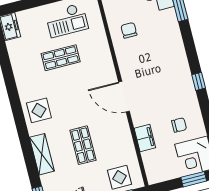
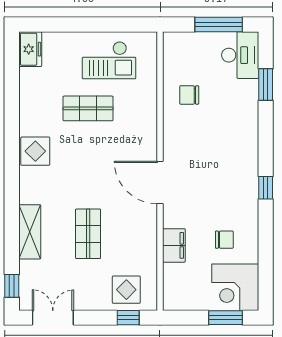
chair: (129, 30) -> (189, 95), turned -90
display table: (39, 110) -> (35, 151), moved

